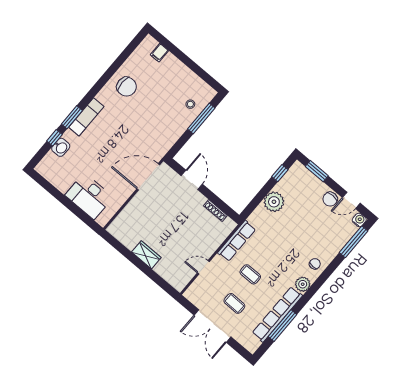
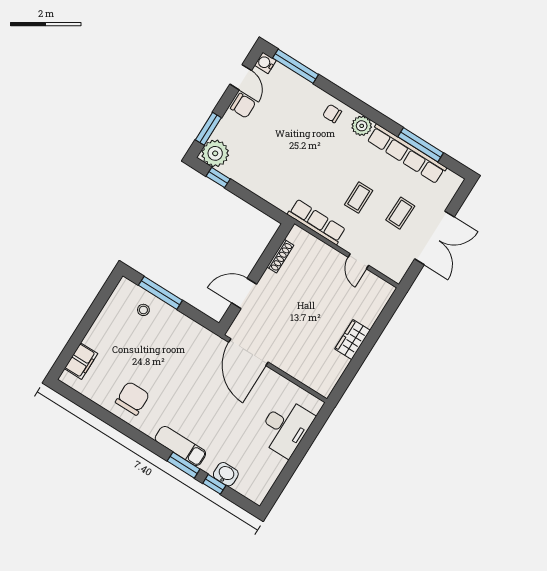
filing cabinet: (159, 53) -> (81, 361), width x2.00
plant: (274, 202) -> (215, 153), moved

